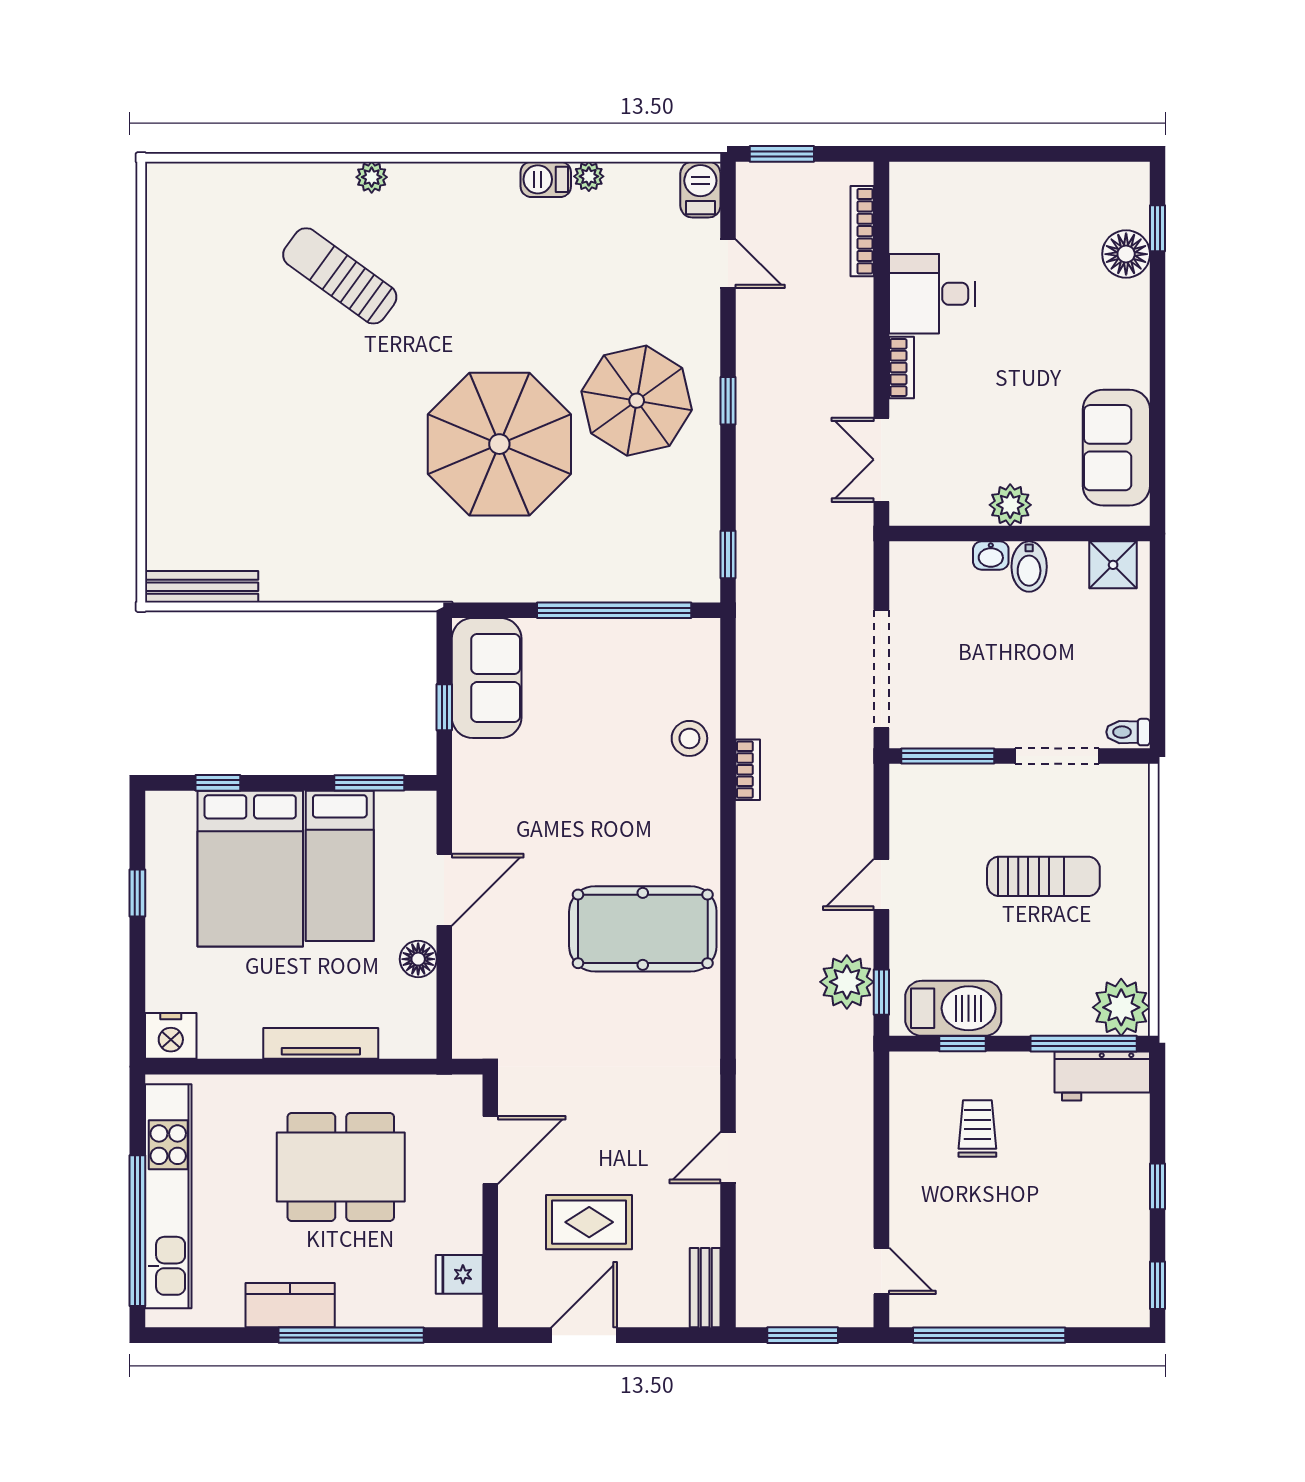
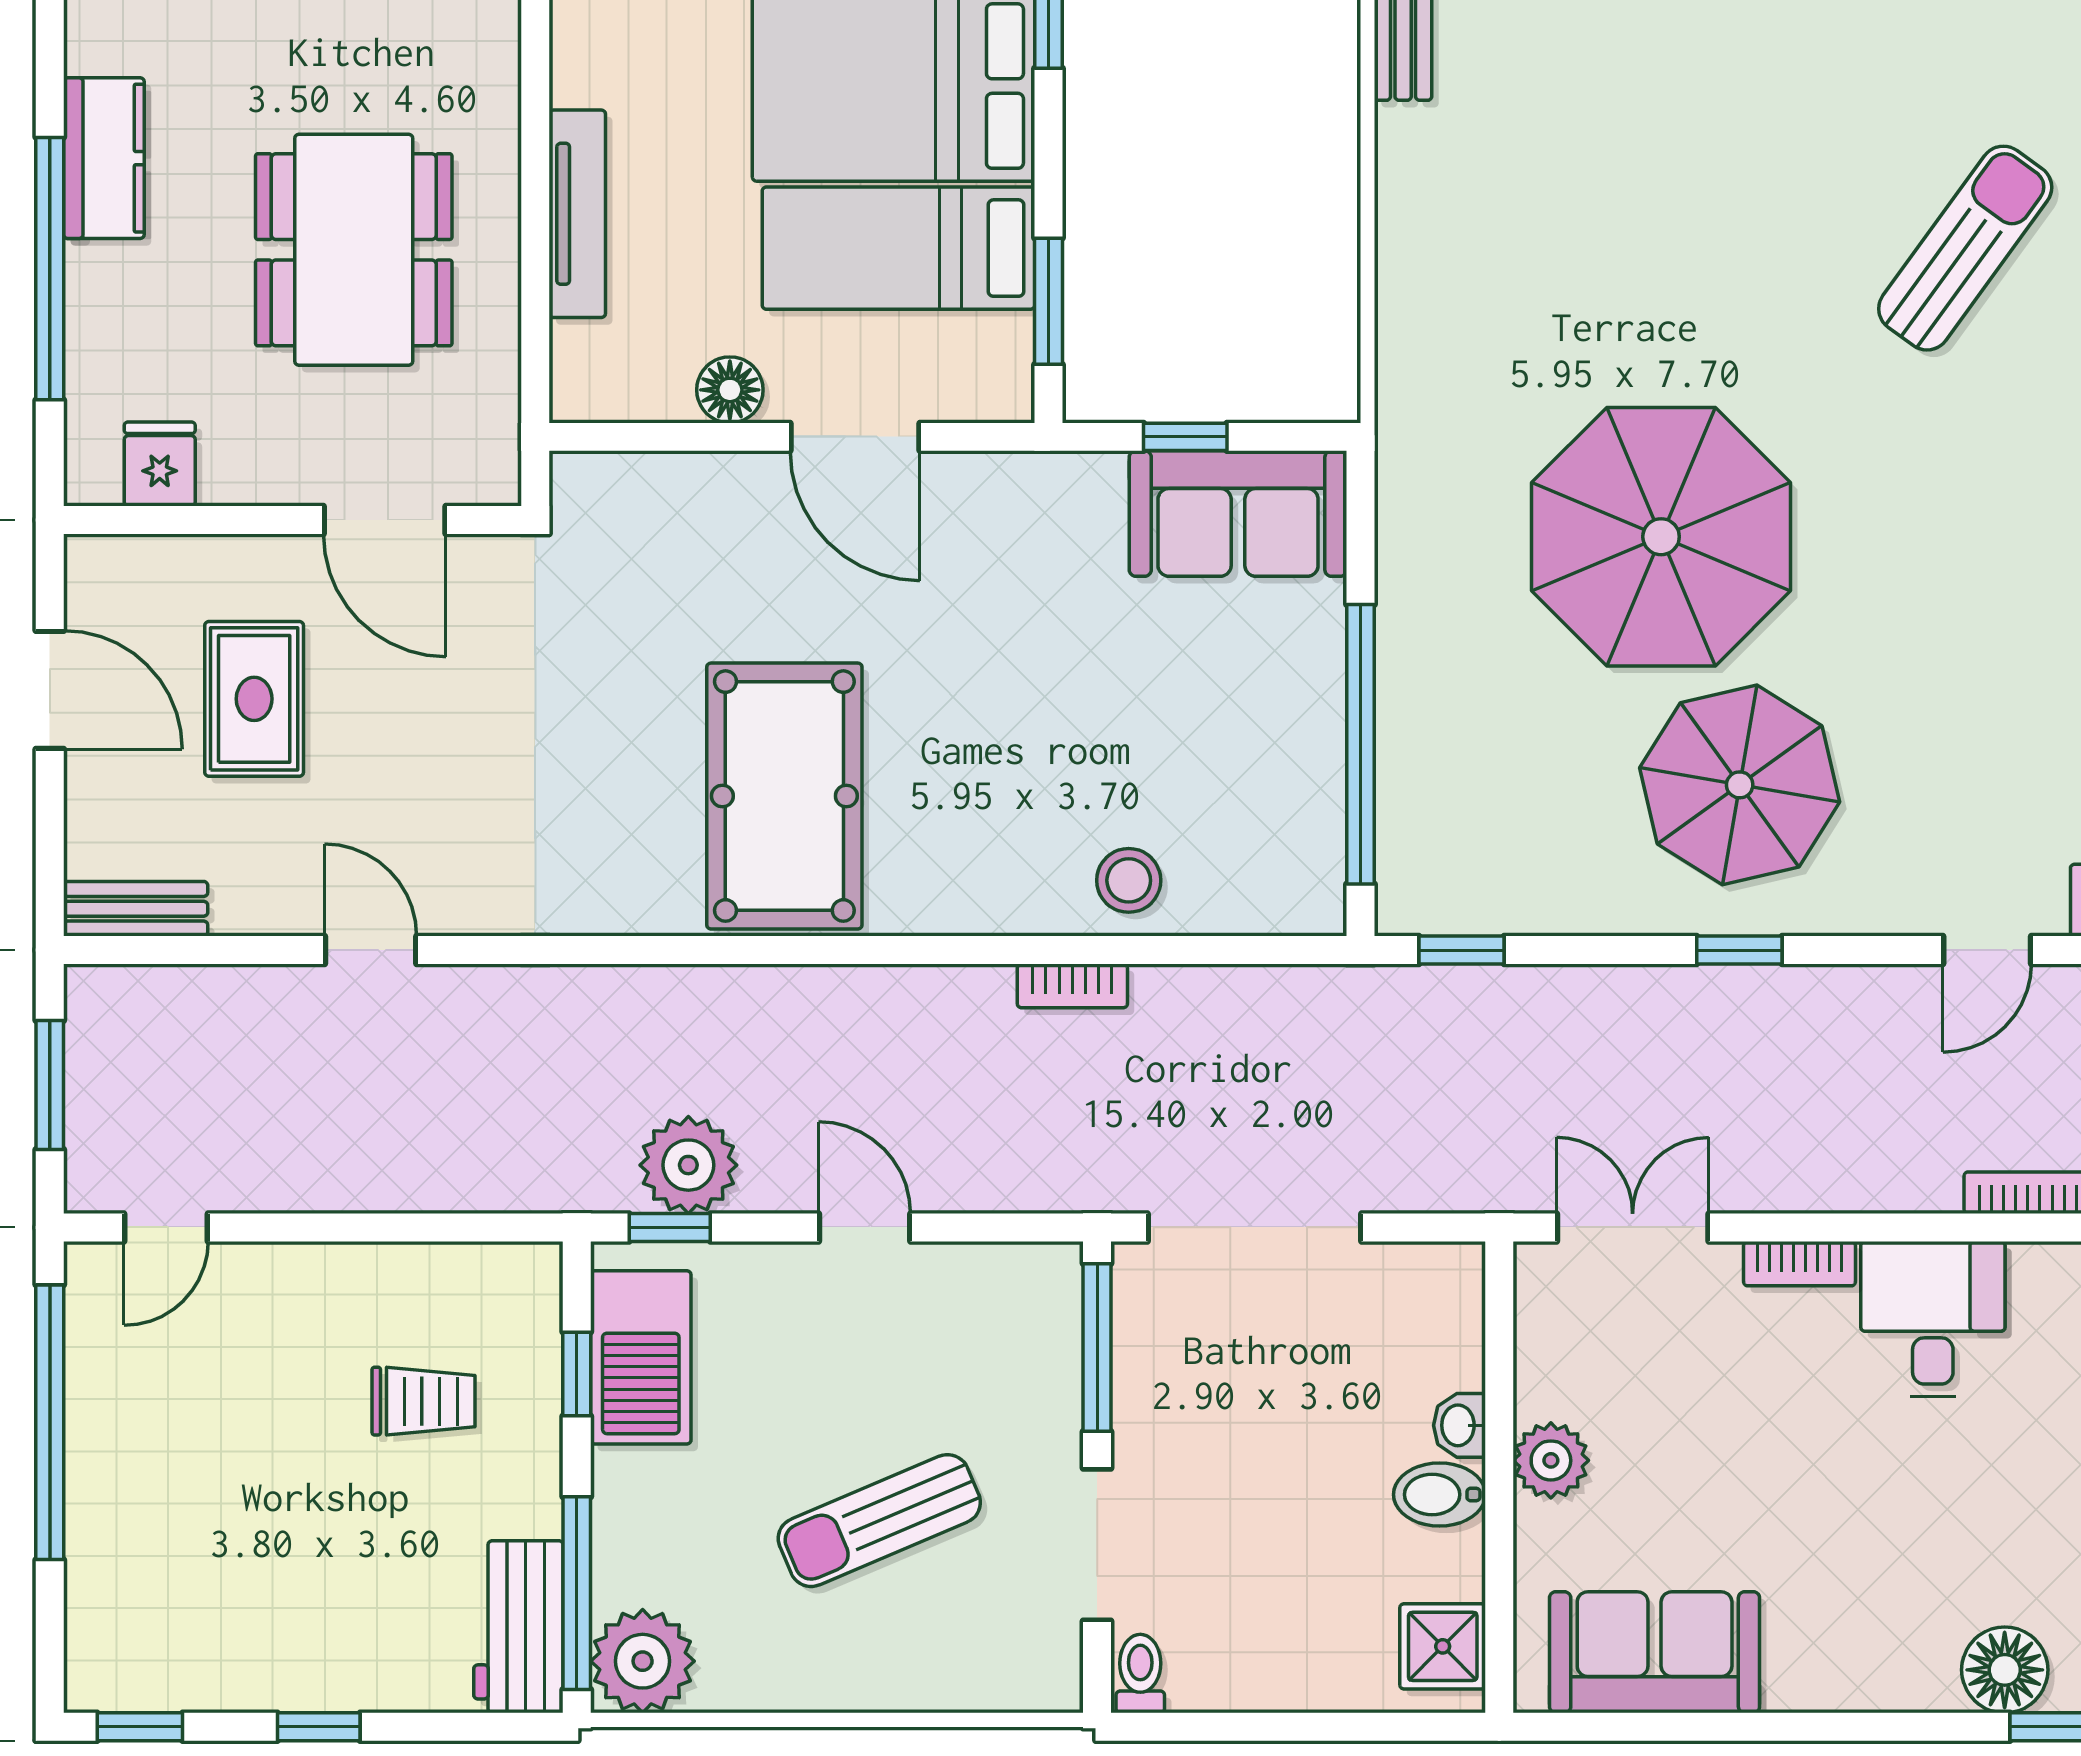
sun lounger: (1043, 876) -> (879, 1521), turned 67

